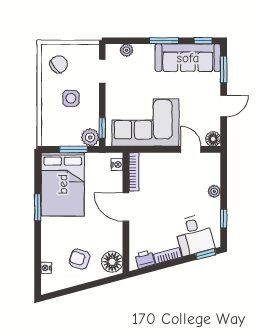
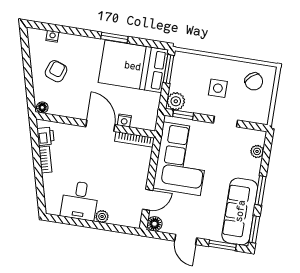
window: (203, 41) -> (254, 229), width x1.50
doorway: (102, 71) -> (225, 122), moved
window: (74, 149) -> (169, 69), moved
nightstand: (117, 165) -> (124, 120), moved
door: (126, 207) -> (100, 126), hinge flipped
window: (224, 218) -> (74, 221), removed
desk: (194, 235) -> (80, 201), moved, turned -75
window: (206, 254) -> (41, 198), removed
floor lamp: (112, 262) -> (42, 107), width x0.53, depth x0.53

